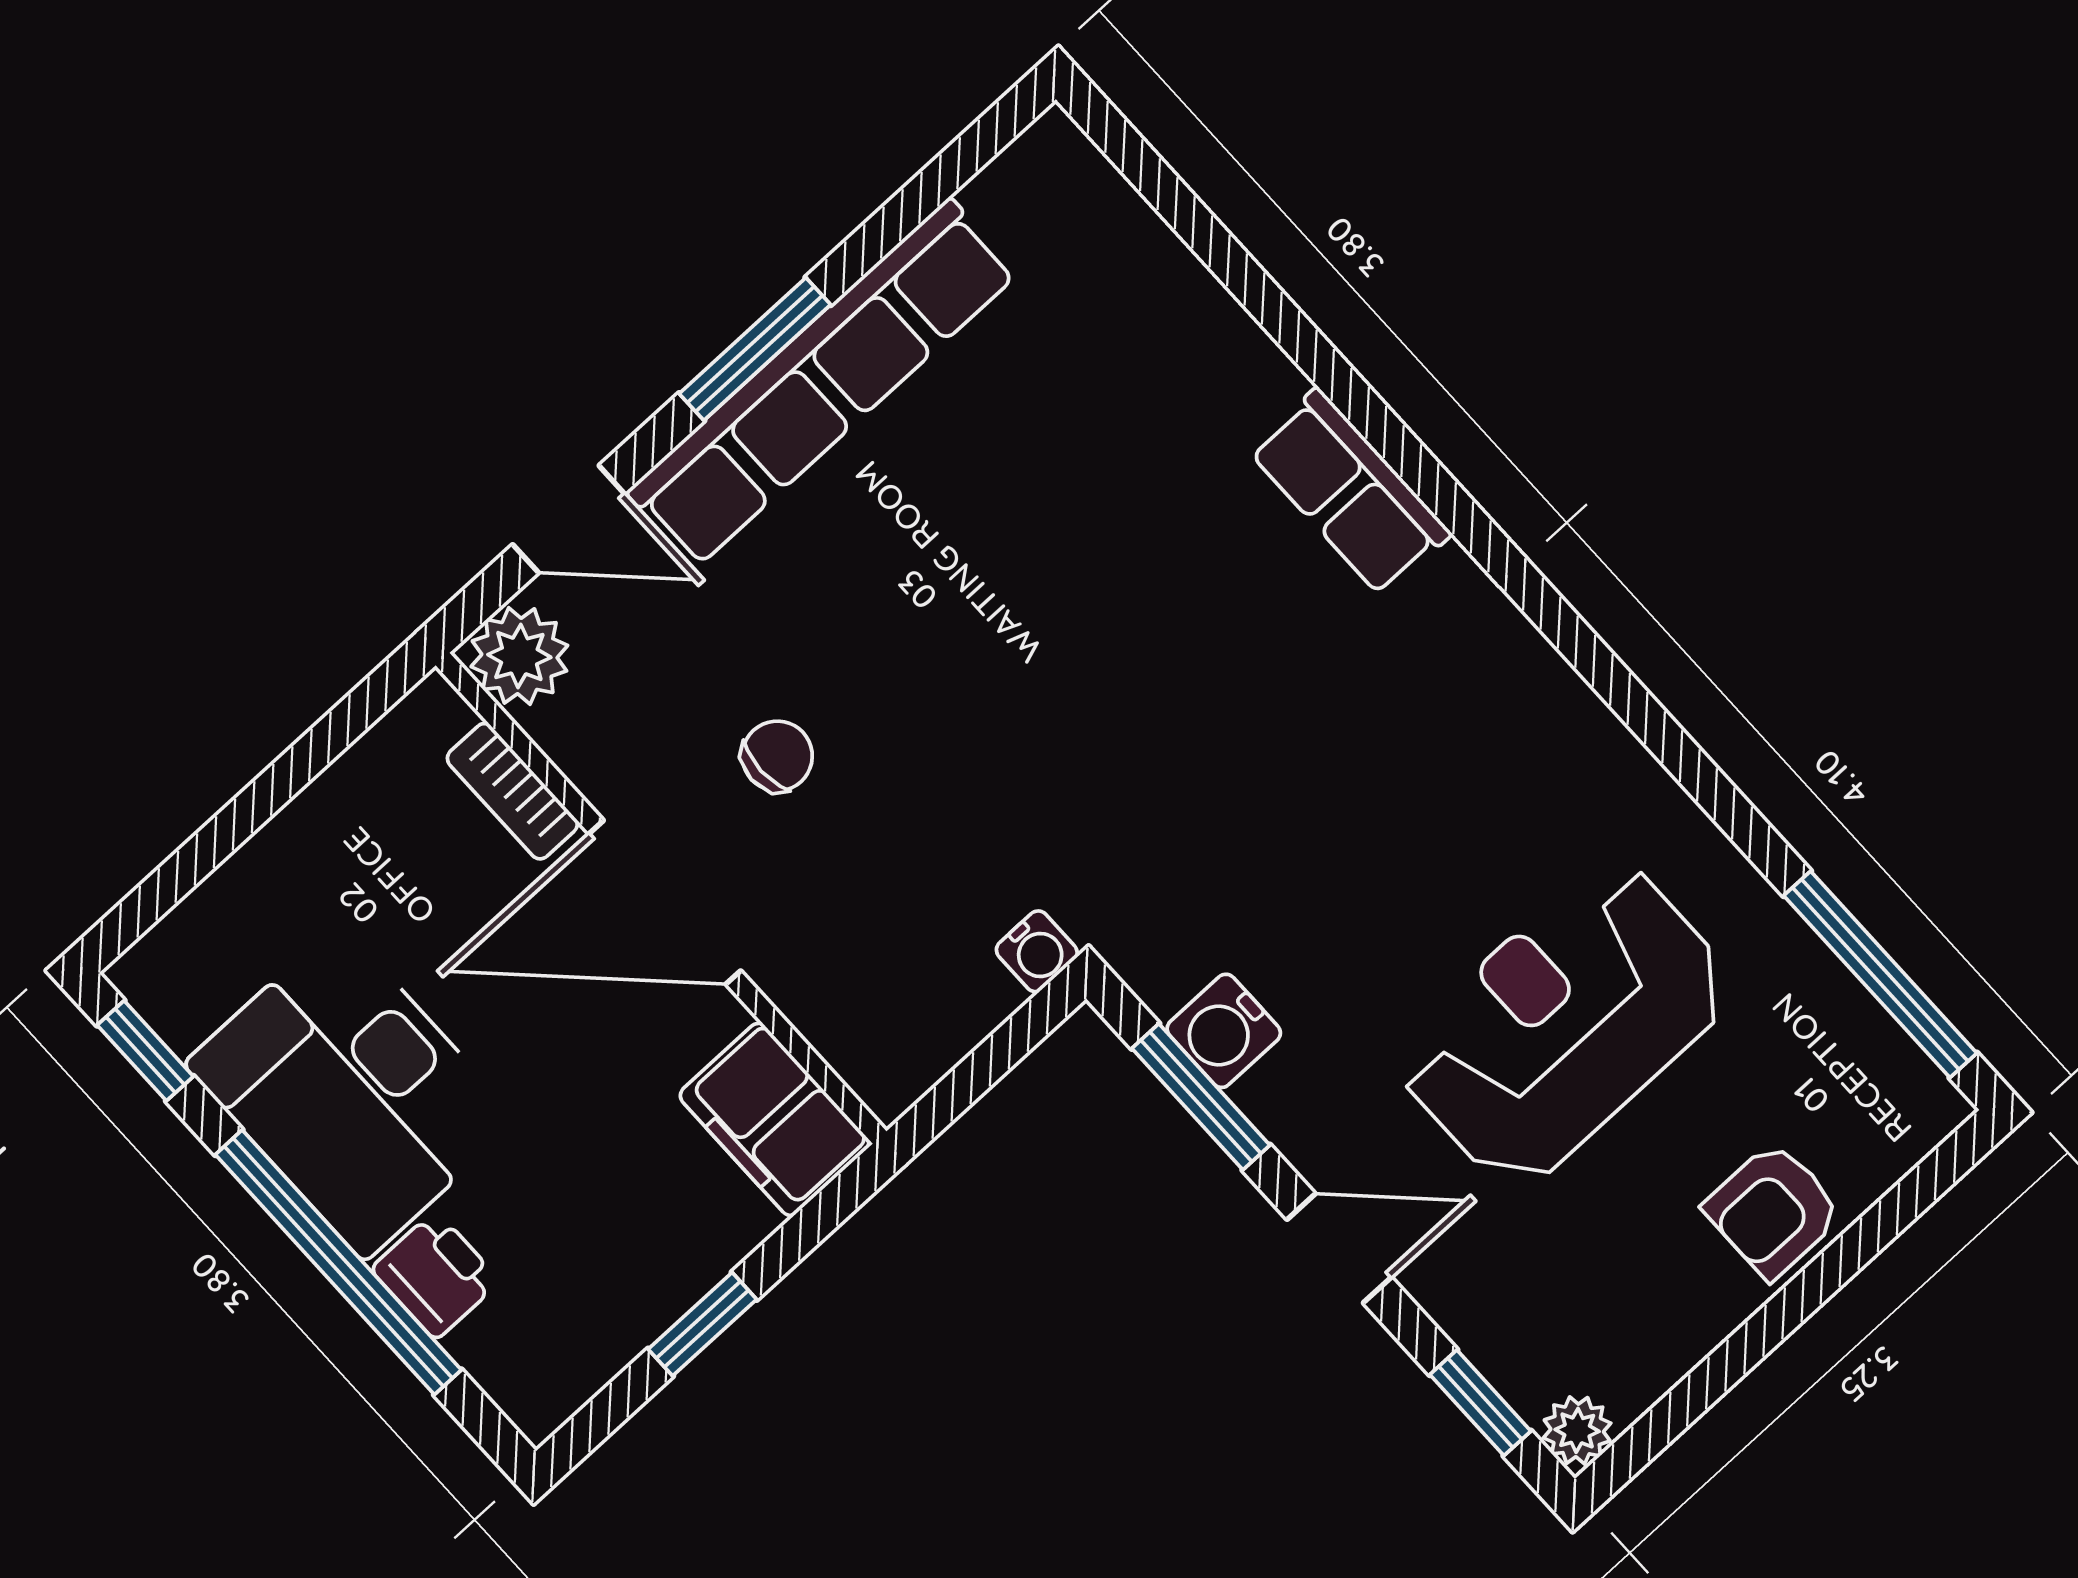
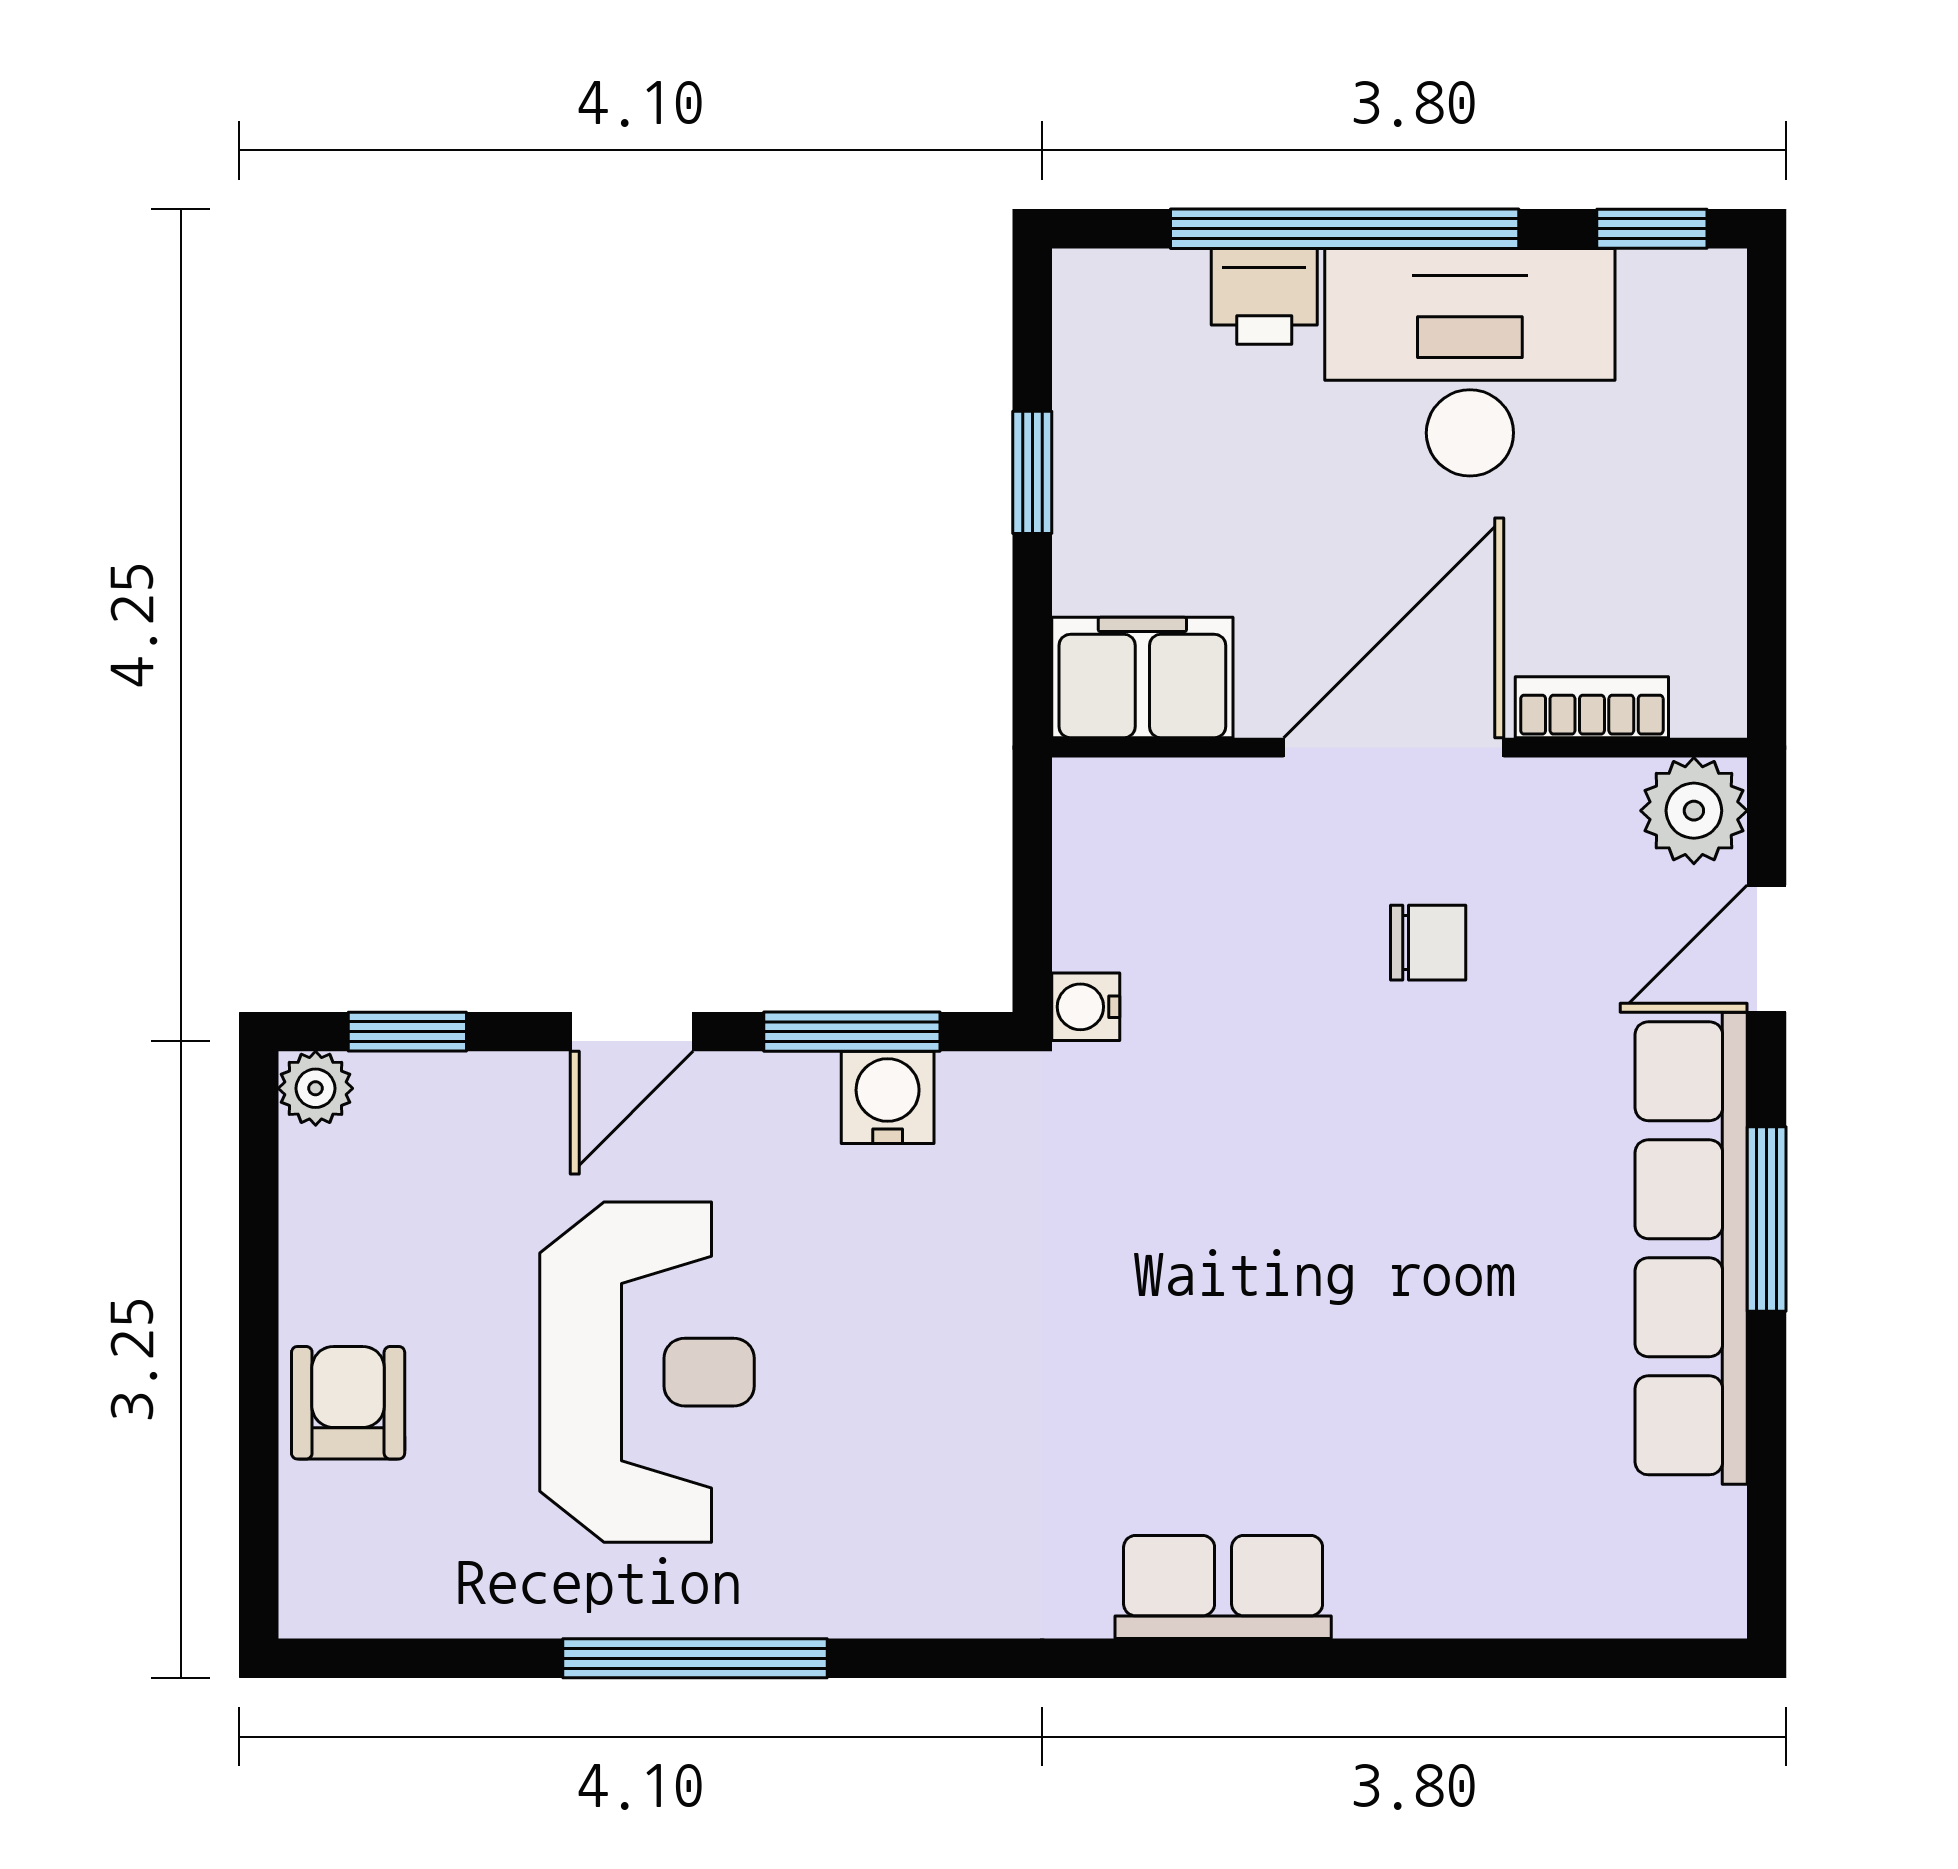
chair: (777, 756) -> (1428, 943), turned -90
window: (1880, 974) -> (695, 1658), moved

